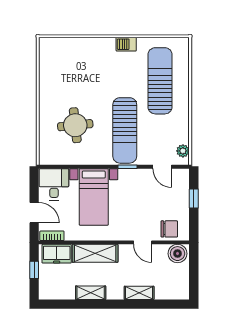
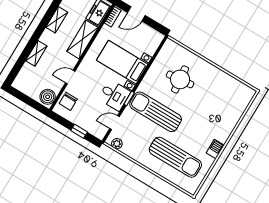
desk: (54, 184) -> (114, 95), moved

